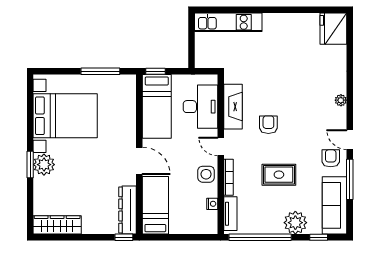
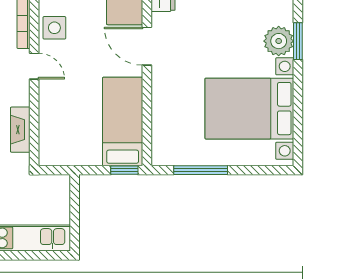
desk: (200, 107) -> (62, 121), removed
fireplace: (233, 107) -> (20, 130), width x0.73, depth x0.76

